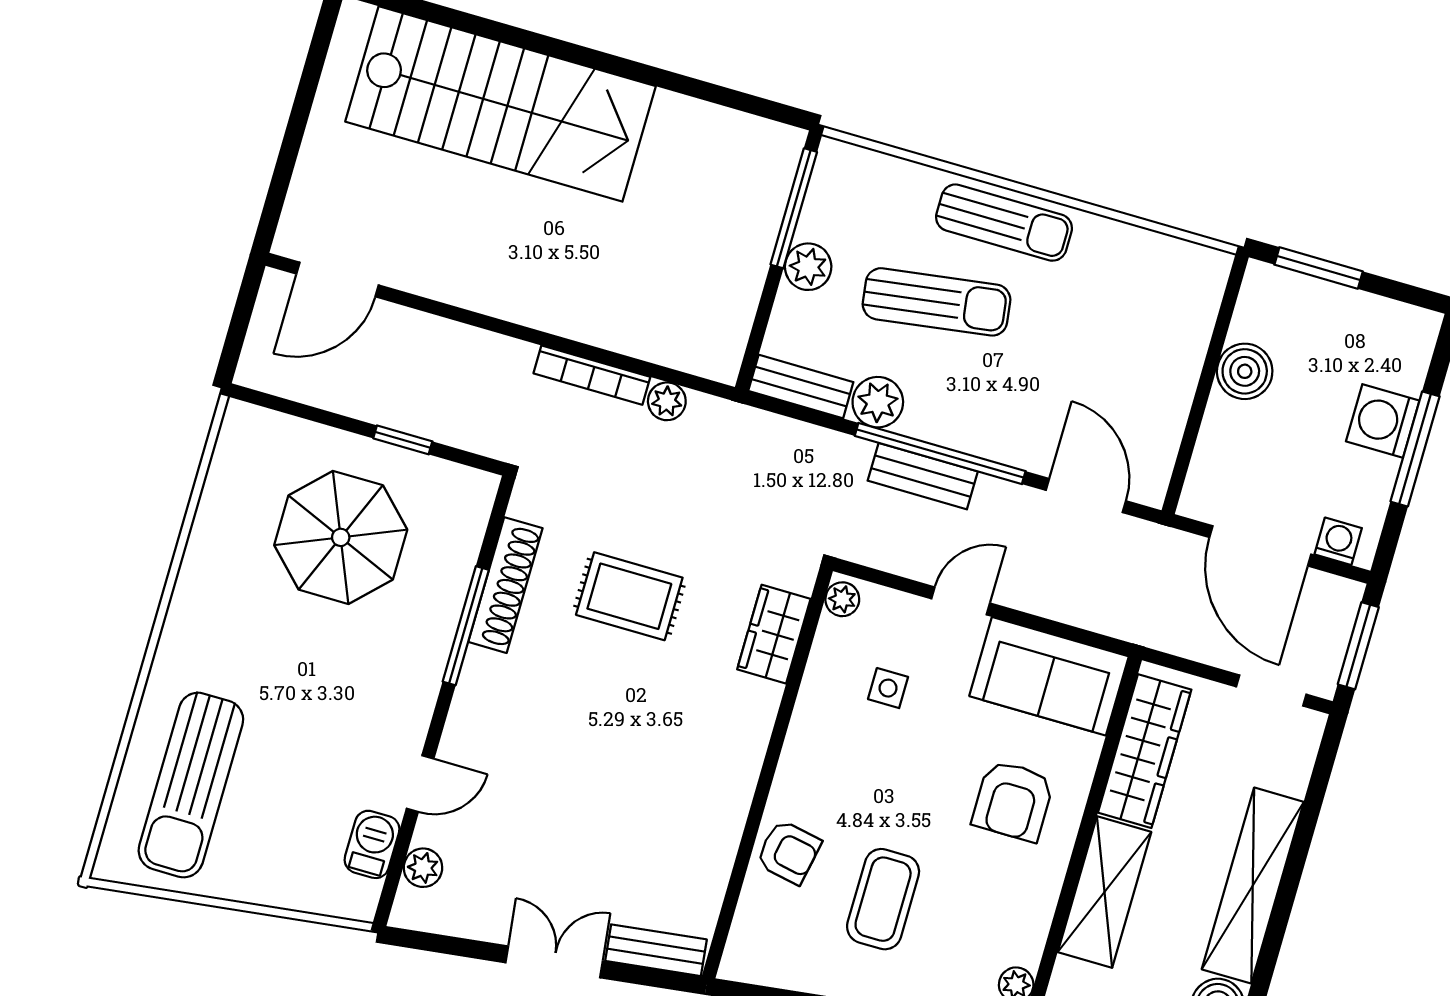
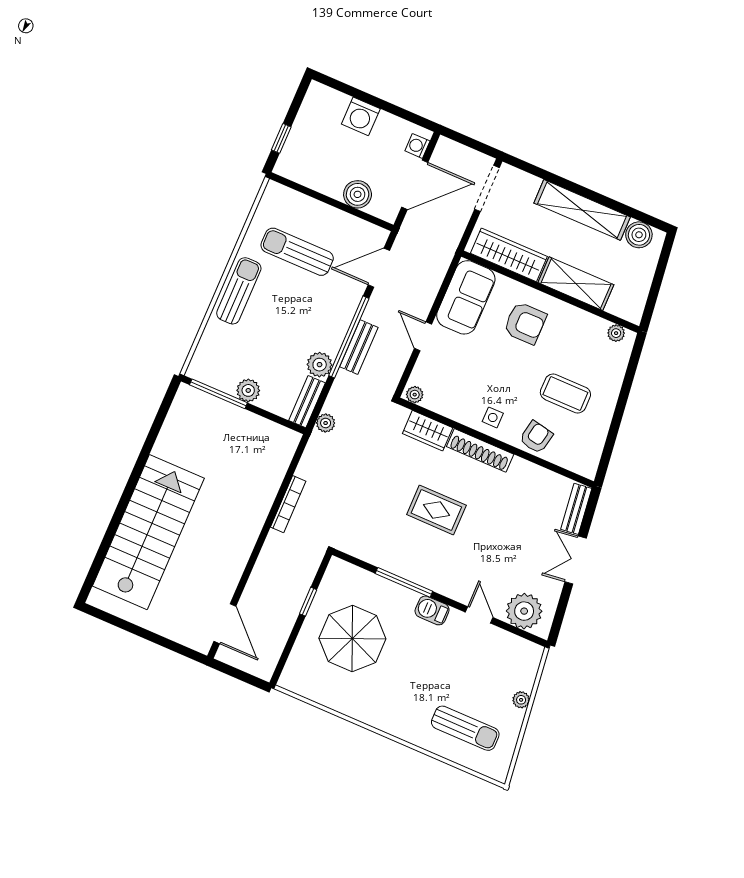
window: (1319, 268) -> (281, 138), width x0.67
sun lounger: (937, 302) -> (297, 252), moved, turned -82
boiler: (1245, 371) -> (358, 194), moved
plant: (667, 401) -> (326, 423), moved
window: (1415, 449) -> (377, 102), removed
shoe rack: (505, 585) -> (480, 450), moved, turned 180
rug: (629, 596) -> (436, 510), moved, turned 90
window: (1358, 646) -> (470, 143), removed
side table: (888, 688) -> (493, 417), moved
doorway: (1271, 691) -> (487, 188), width x1.38
sun lounger: (191, 785) -> (465, 728), width x0.73, depth x0.75
barbecue: (372, 844) -> (432, 610), moved
plant: (423, 868) -> (524, 611), width x1.88, depth x1.88
plant: (262, 889) -> (521, 700), added

